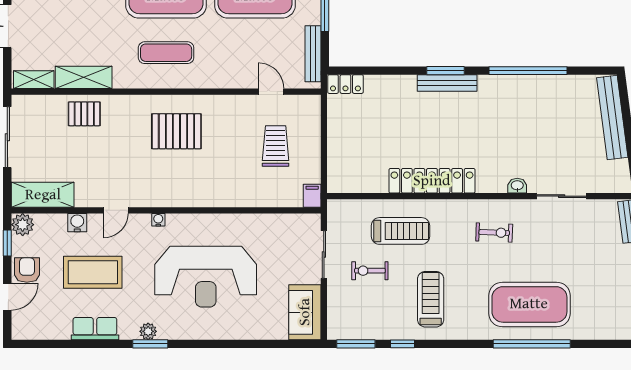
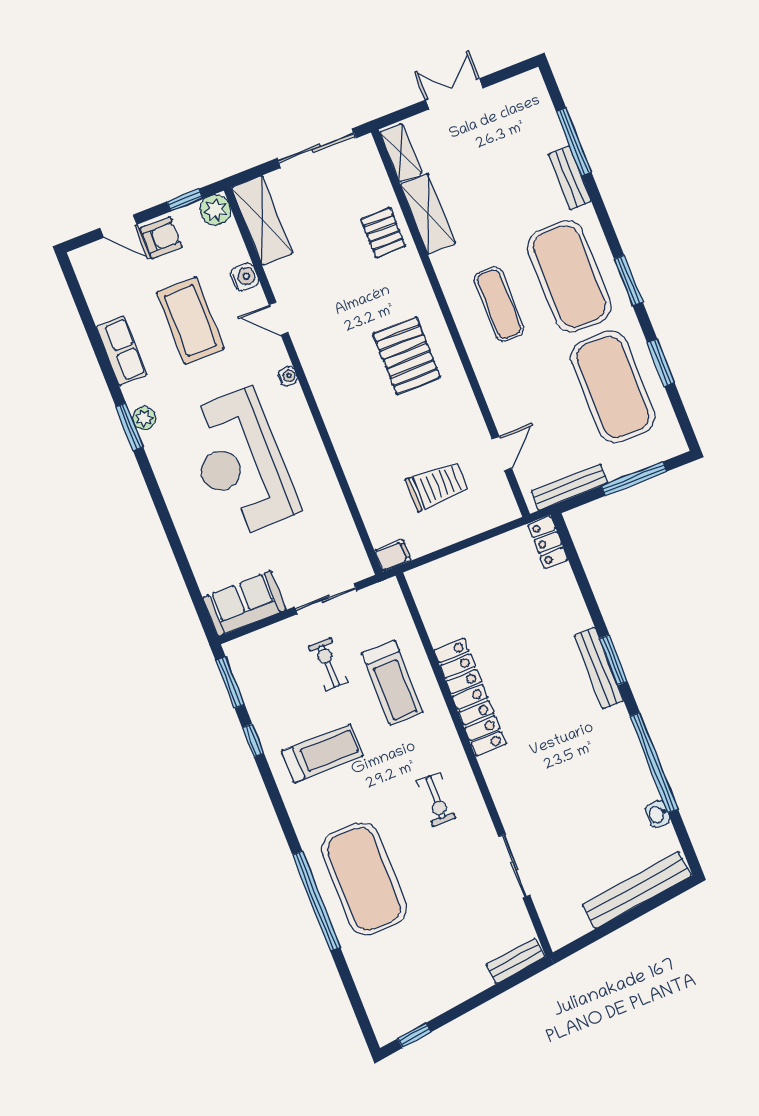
washbasin: (517, 186) -> (658, 814), moved, turned 180

